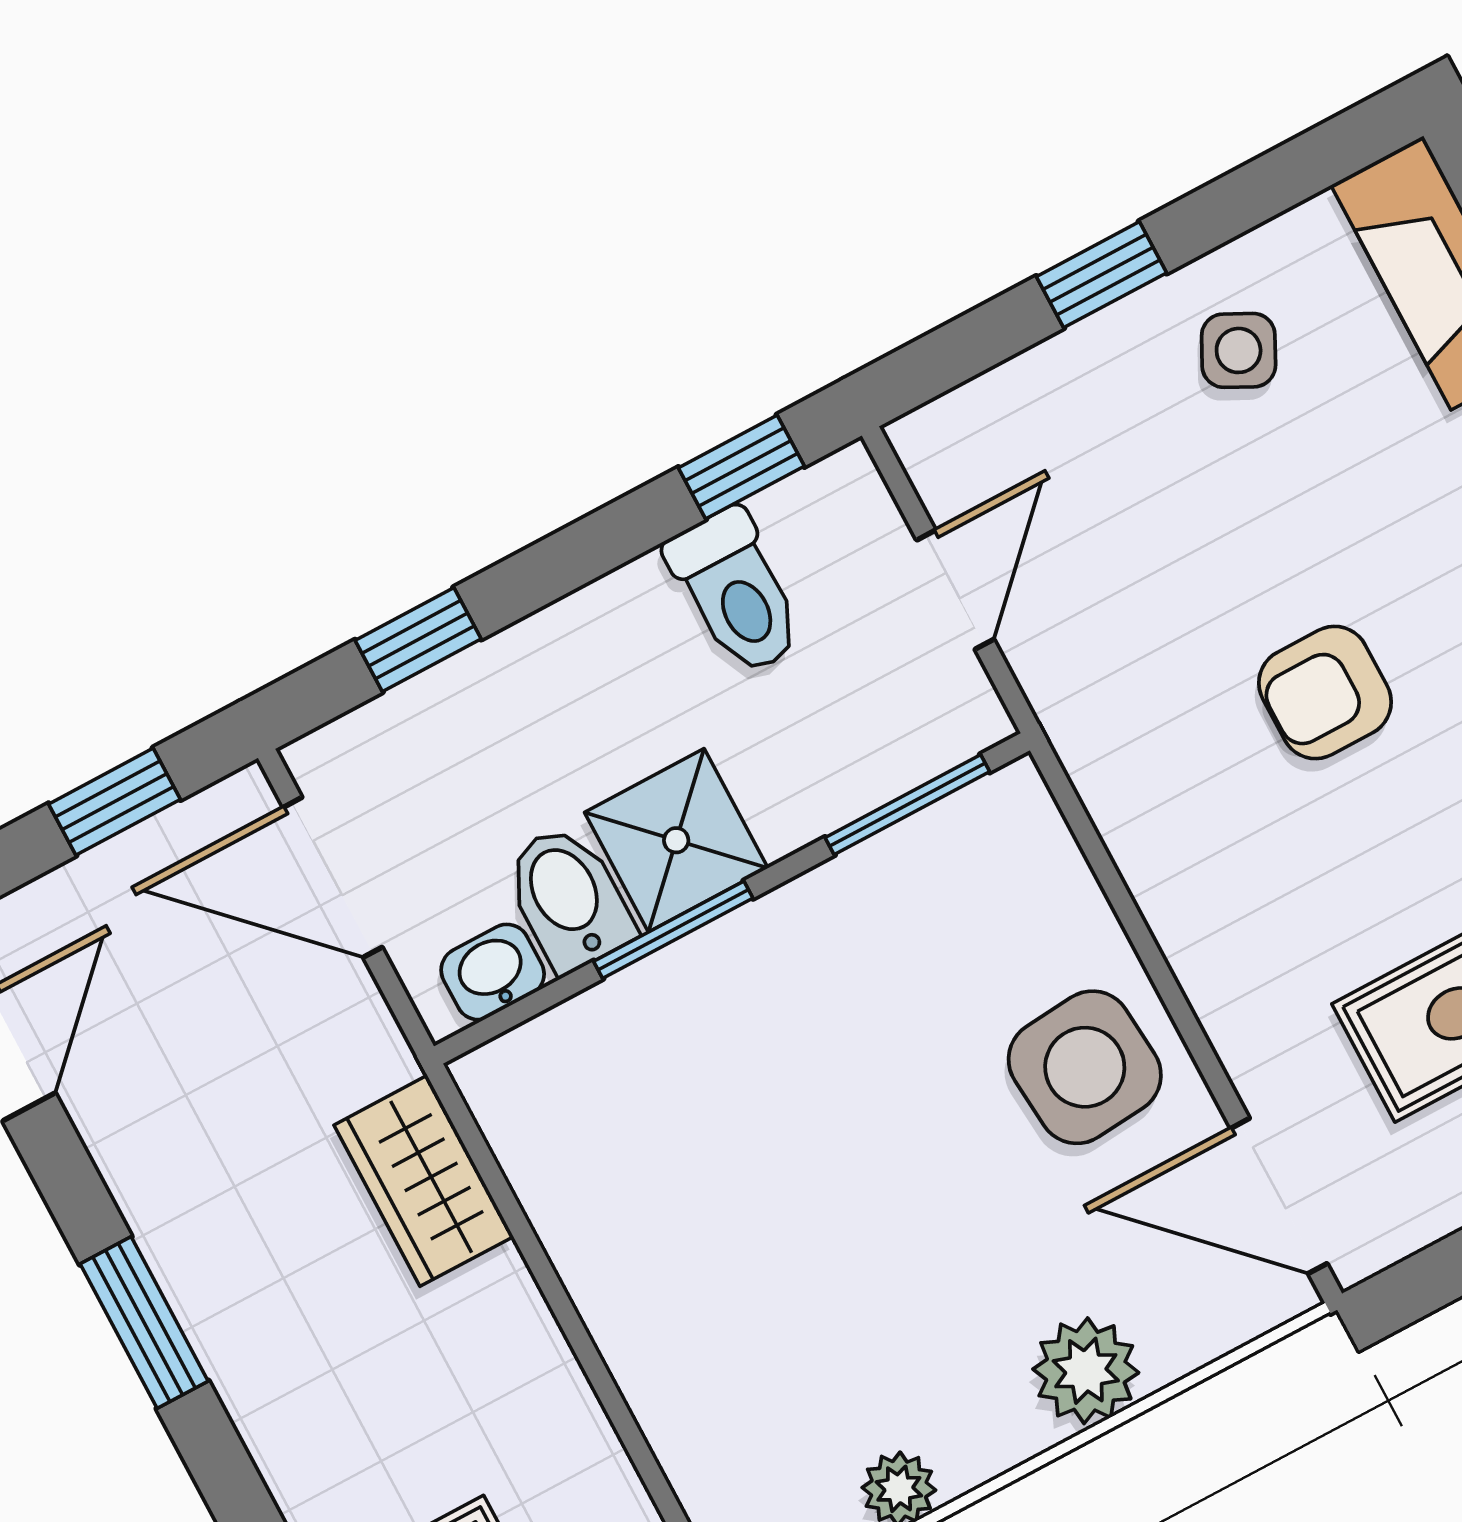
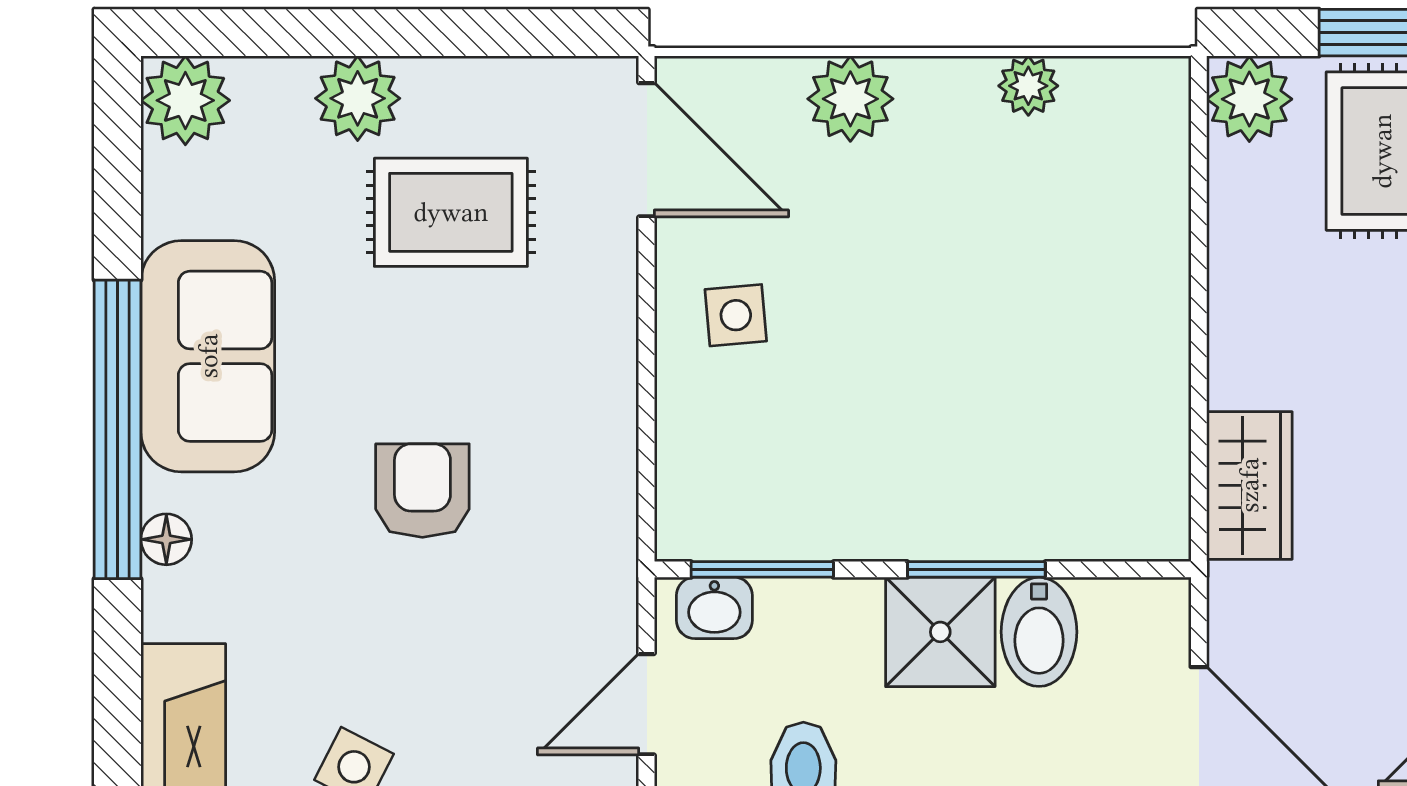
armchair: (1325, 693) -> (422, 491), turned -90
washbasin: (493, 972) -> (714, 608), moved
side table: (1085, 1067) -> (736, 315), width x0.54, depth x0.54

